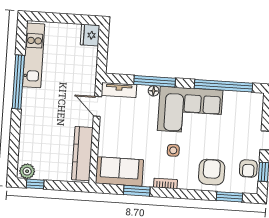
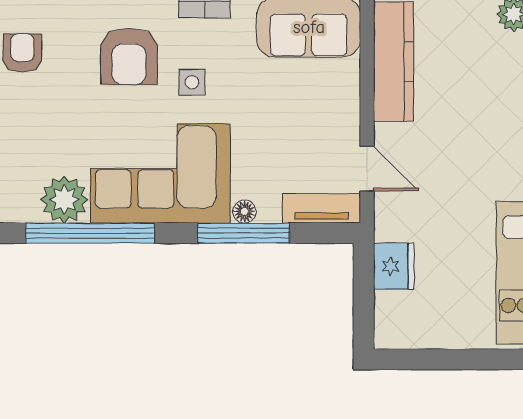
fridge: (90, 35) -> (394, 266), moved
plant: (234, 102) -> (64, 200), added
armchair: (212, 172) -> (129, 56), moved

